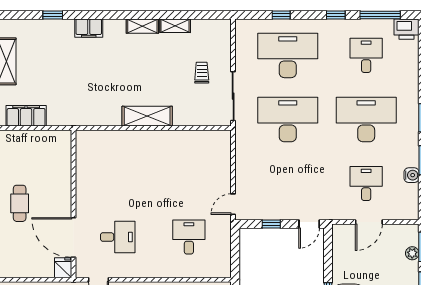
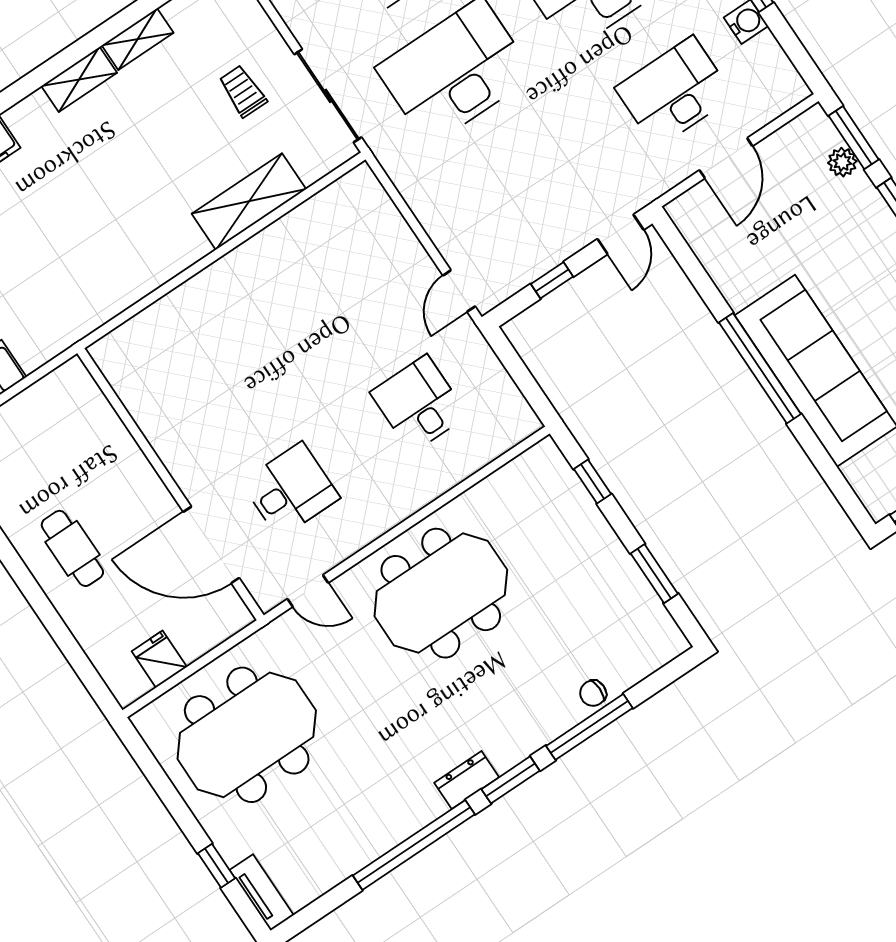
shelving: (147, 116) -> (249, 201), moved
desk: (366, 184) -> (674, 92), width x1.37
fridge: (63, 268) -> (159, 659), moved

